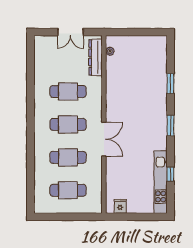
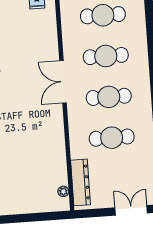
double door: (70, 32) -> (131, 210), moved

